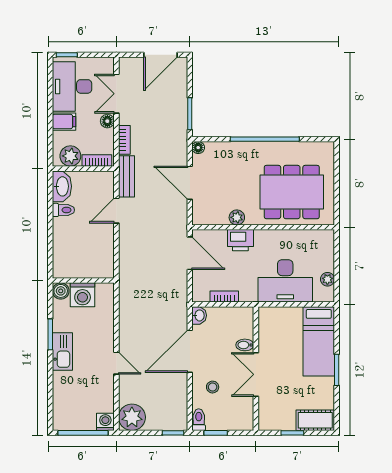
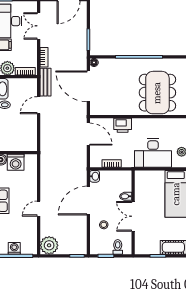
floor lamp: (107, 121) -> (32, 45), removed
door: (190, 183) -> (88, 86), width x1.36
dining table: (292, 192) -> (157, 93), turned 90
plant: (237, 217) -> (120, 110), removed
door: (116, 363) -> (39, 209), swing flipped
toilet: (199, 420) -> (118, 247), moved
washing machine: (105, 422) -> (14, 248), moved

